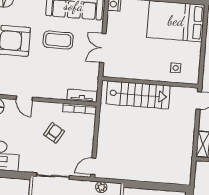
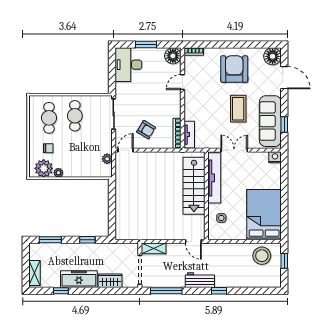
tv unit: (131, 72) -> (214, 178), added
armchair: (54, 133) -> (146, 130), moved
door: (93, 166) -> (126, 150), hinge flipped

